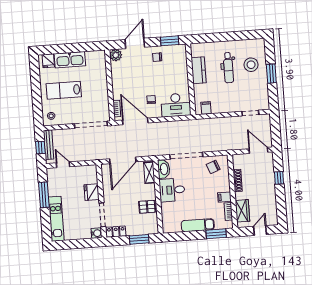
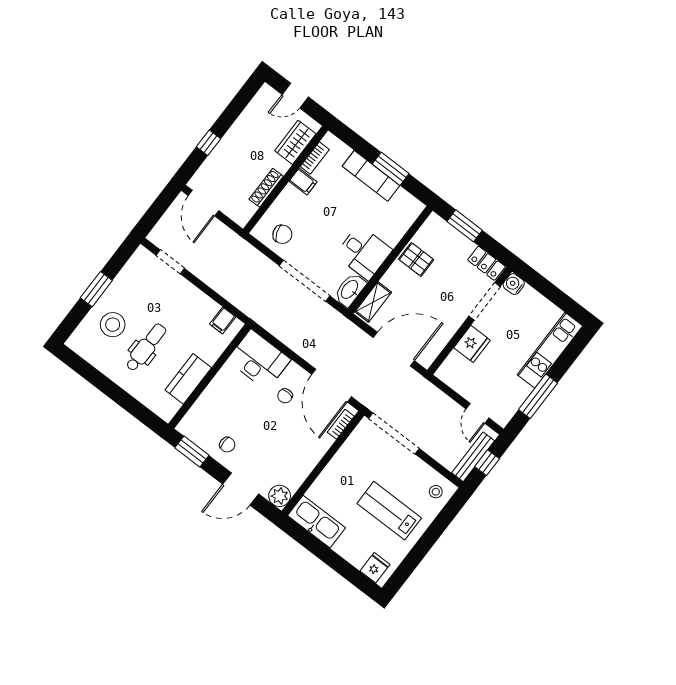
kitchen sink: (70, 60) -> (316, 522), moved
lab bench: (64, 90) -> (389, 511), turned 180
window: (216, 234) -> (391, 169), moved

